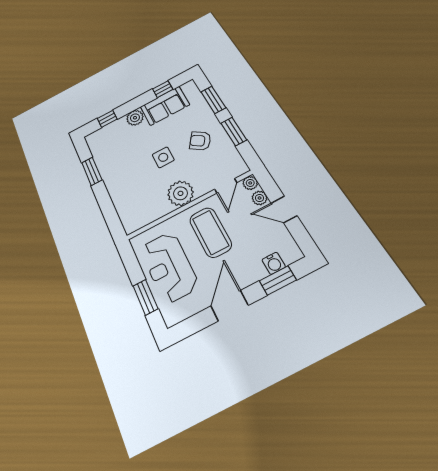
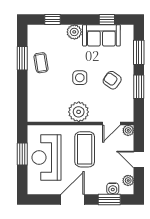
coffee table: (114, 165) -> (41, 63), added
plant: (260, 198) -> (128, 180), moved
window: (145, 297) -> (22, 154), moved

